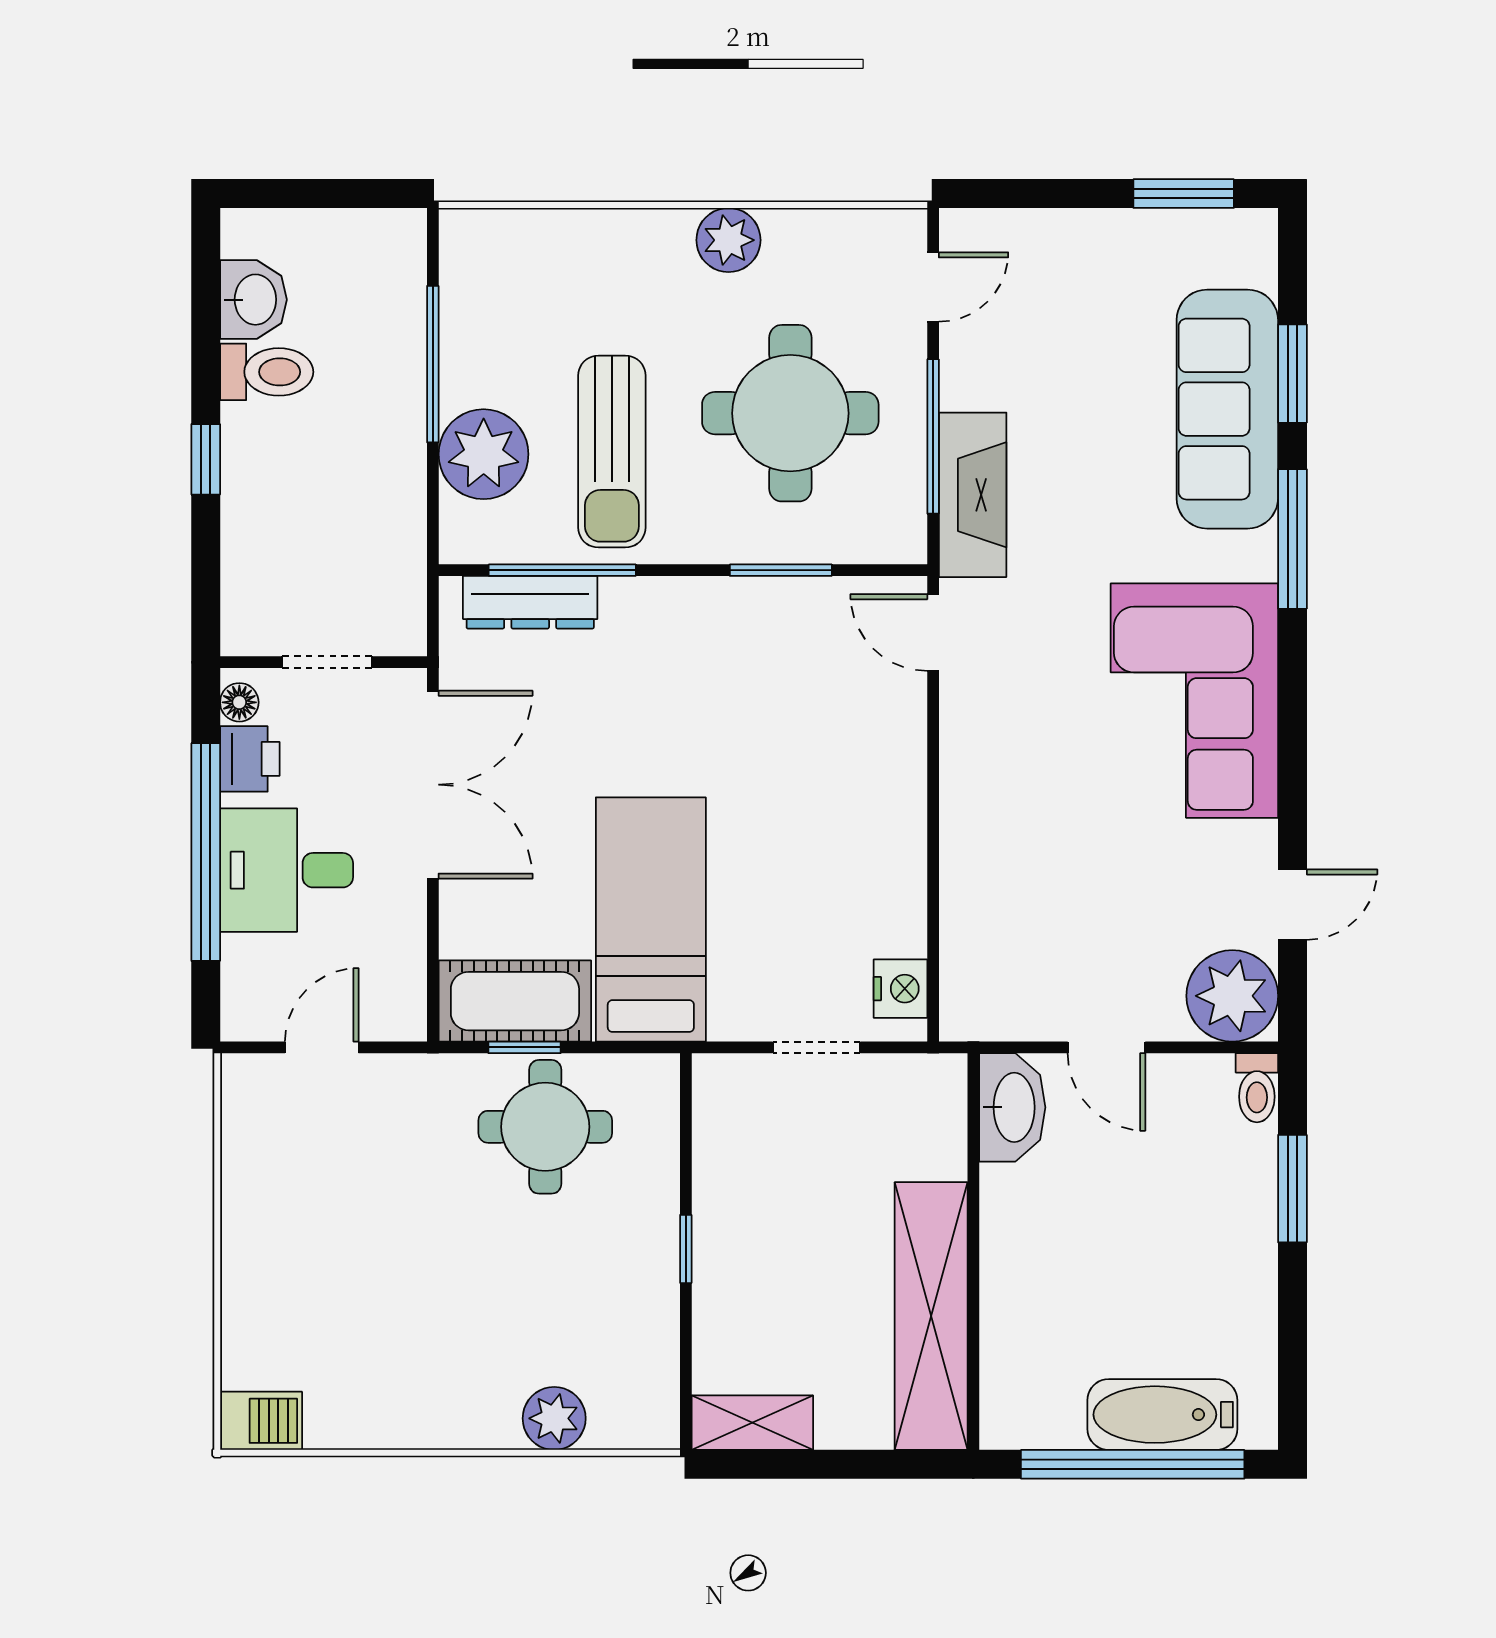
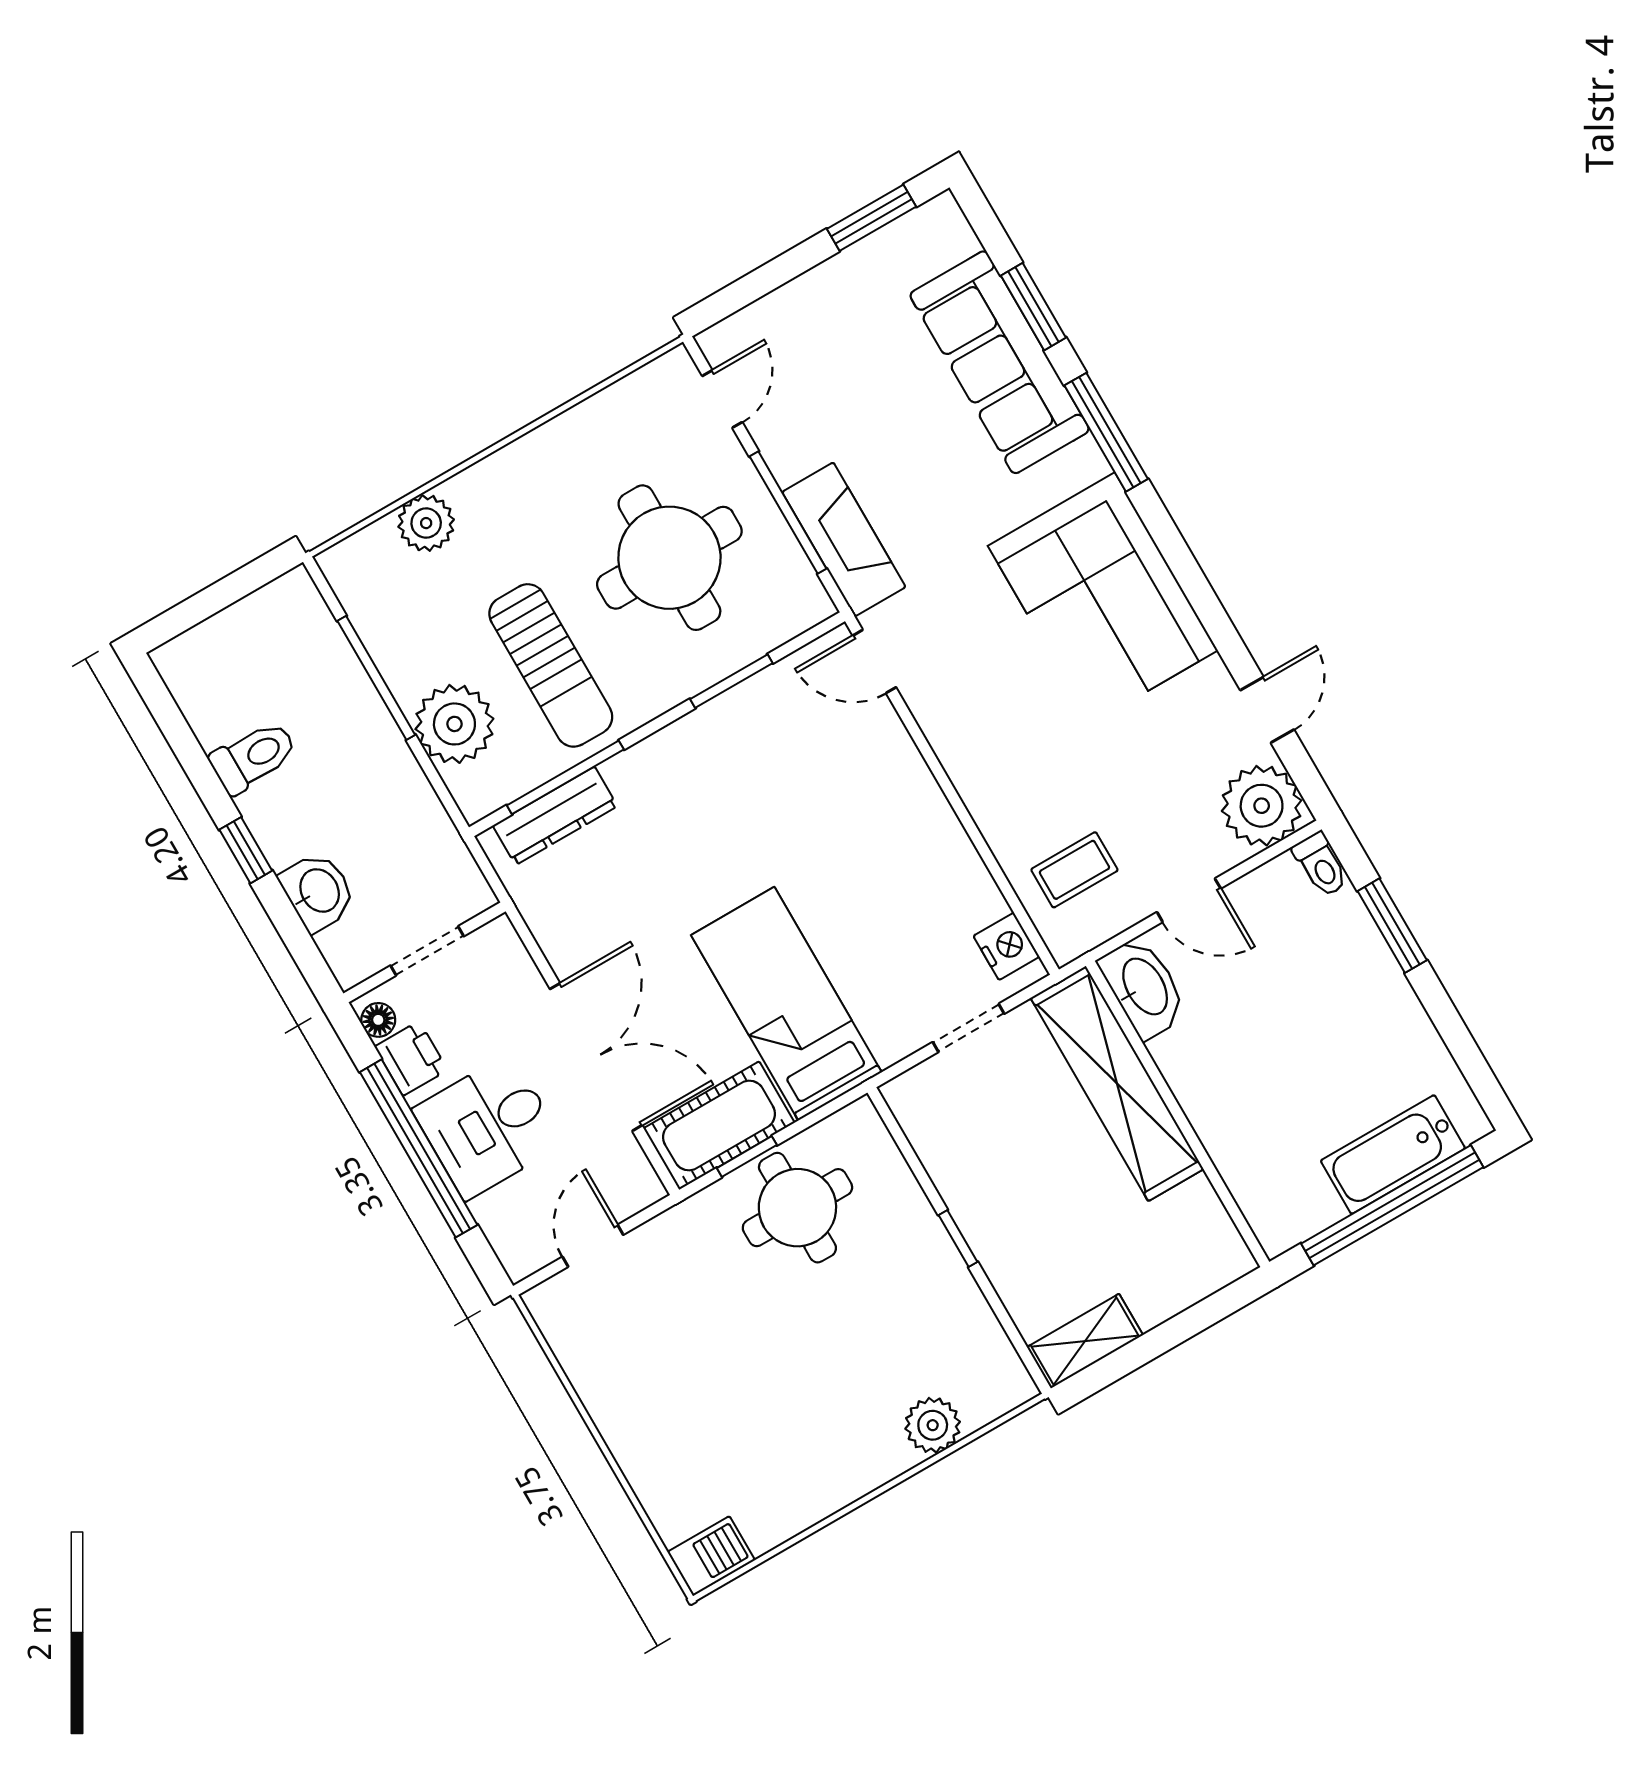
plant: (728, 240) -> (426, 523), moved
washbasin: (253, 300) -> (318, 891), moved
double door: (433, 785) -> (596, 1057), moved
coffee table: (1011, 952) -> (1074, 870), added
shelving: (931, 1316) -> (1117, 1084), moved

